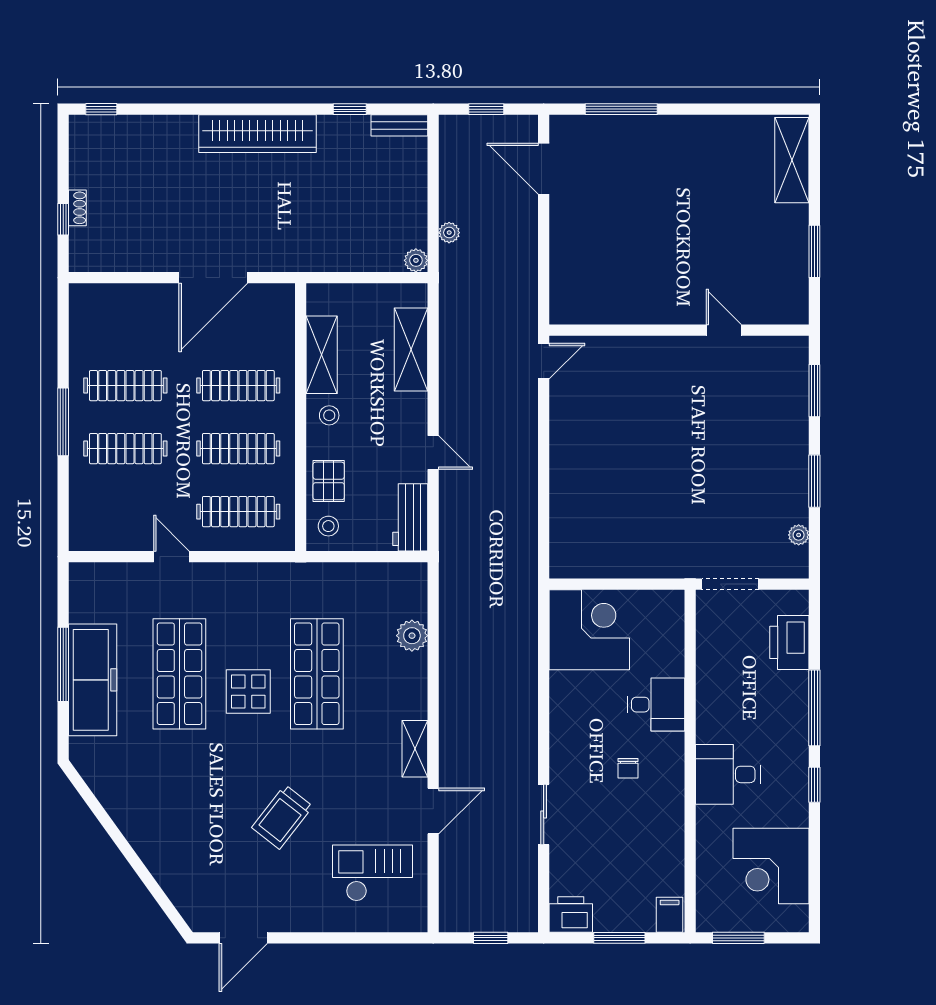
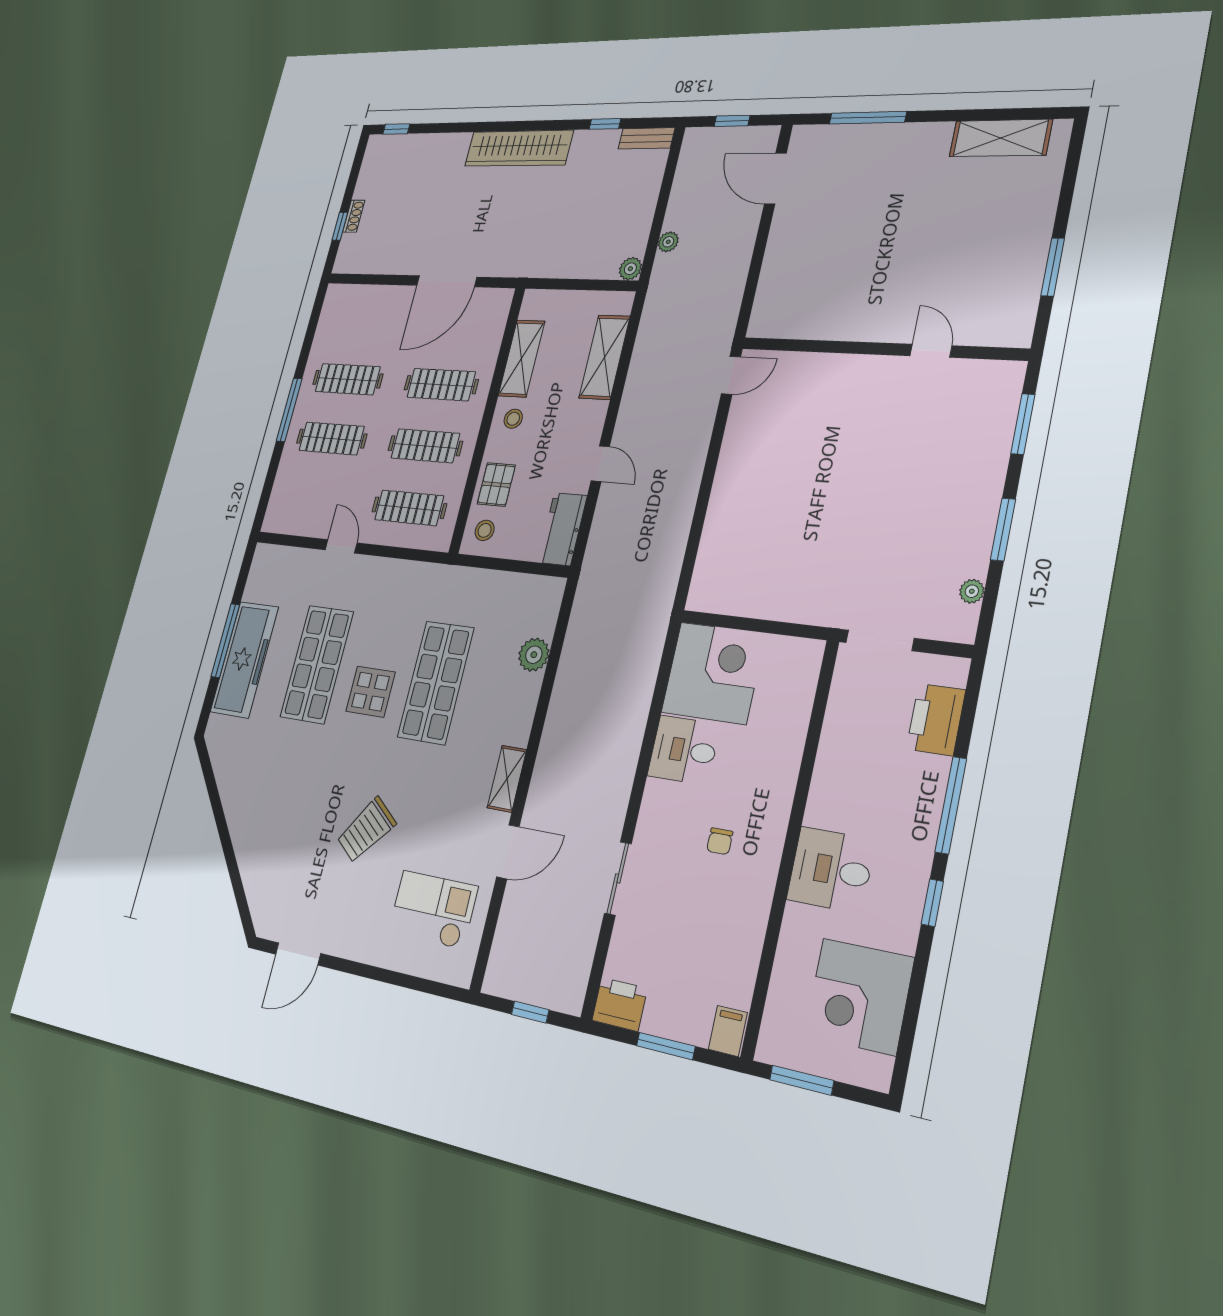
shelving: (792, 160) -> (1001, 138), moved, turned 90
desk: (656, 705) -> (684, 750), moved, turned 180

